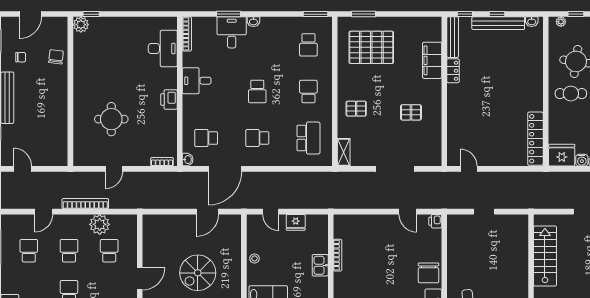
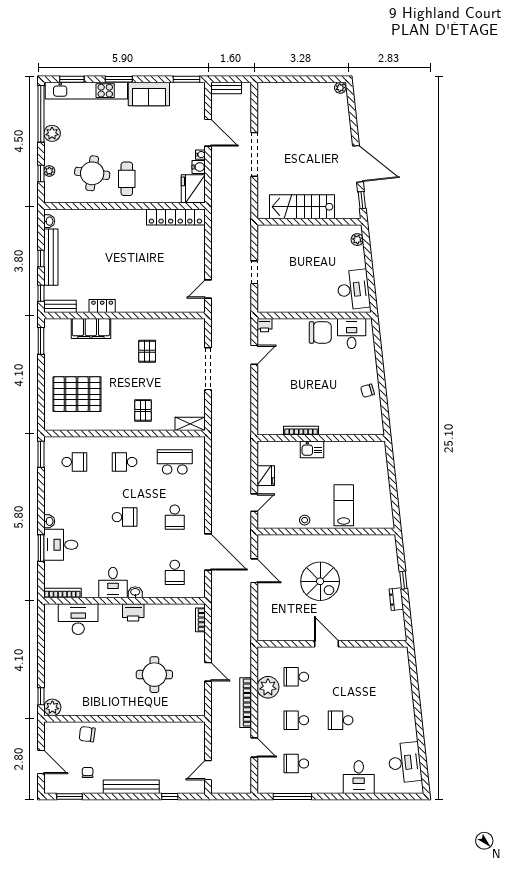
window: (363, 14) -> (41, 341), moved
plant: (561, 22) -> (49, 171), moved
bench: (453, 37) -> (60, 306), width x0.73
pallet: (371, 47) -> (77, 394), turned 90
washbasin: (188, 160) -> (135, 592), moved

